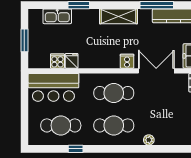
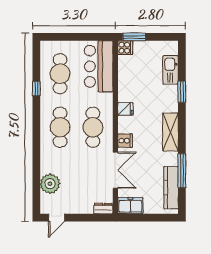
window: (24, 40) -> (134, 37), moved
cooker: (57, 61) -> (125, 48), moved
fridge: (72, 61) -> (125, 109), moved
plant: (149, 140) -> (50, 184), moved, width x1.88, depth x1.88

